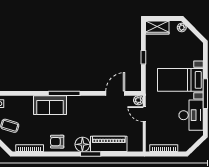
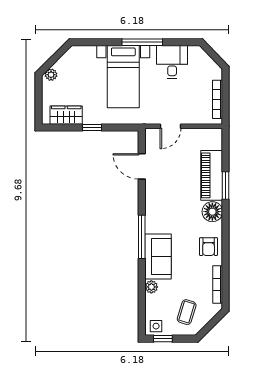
wardrobe: (157, 27) -> (66, 115), moved, turned -90
plant: (138, 100) -> (151, 287), moved
desk: (191, 115) -> (172, 62), width x0.73
window: (91, 154) -> (226, 186), moved

